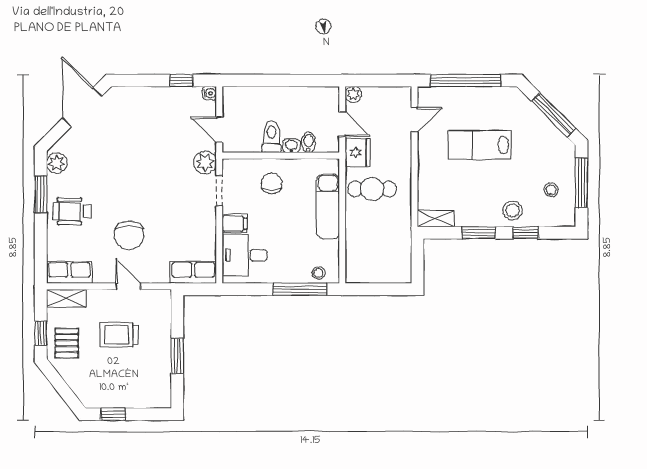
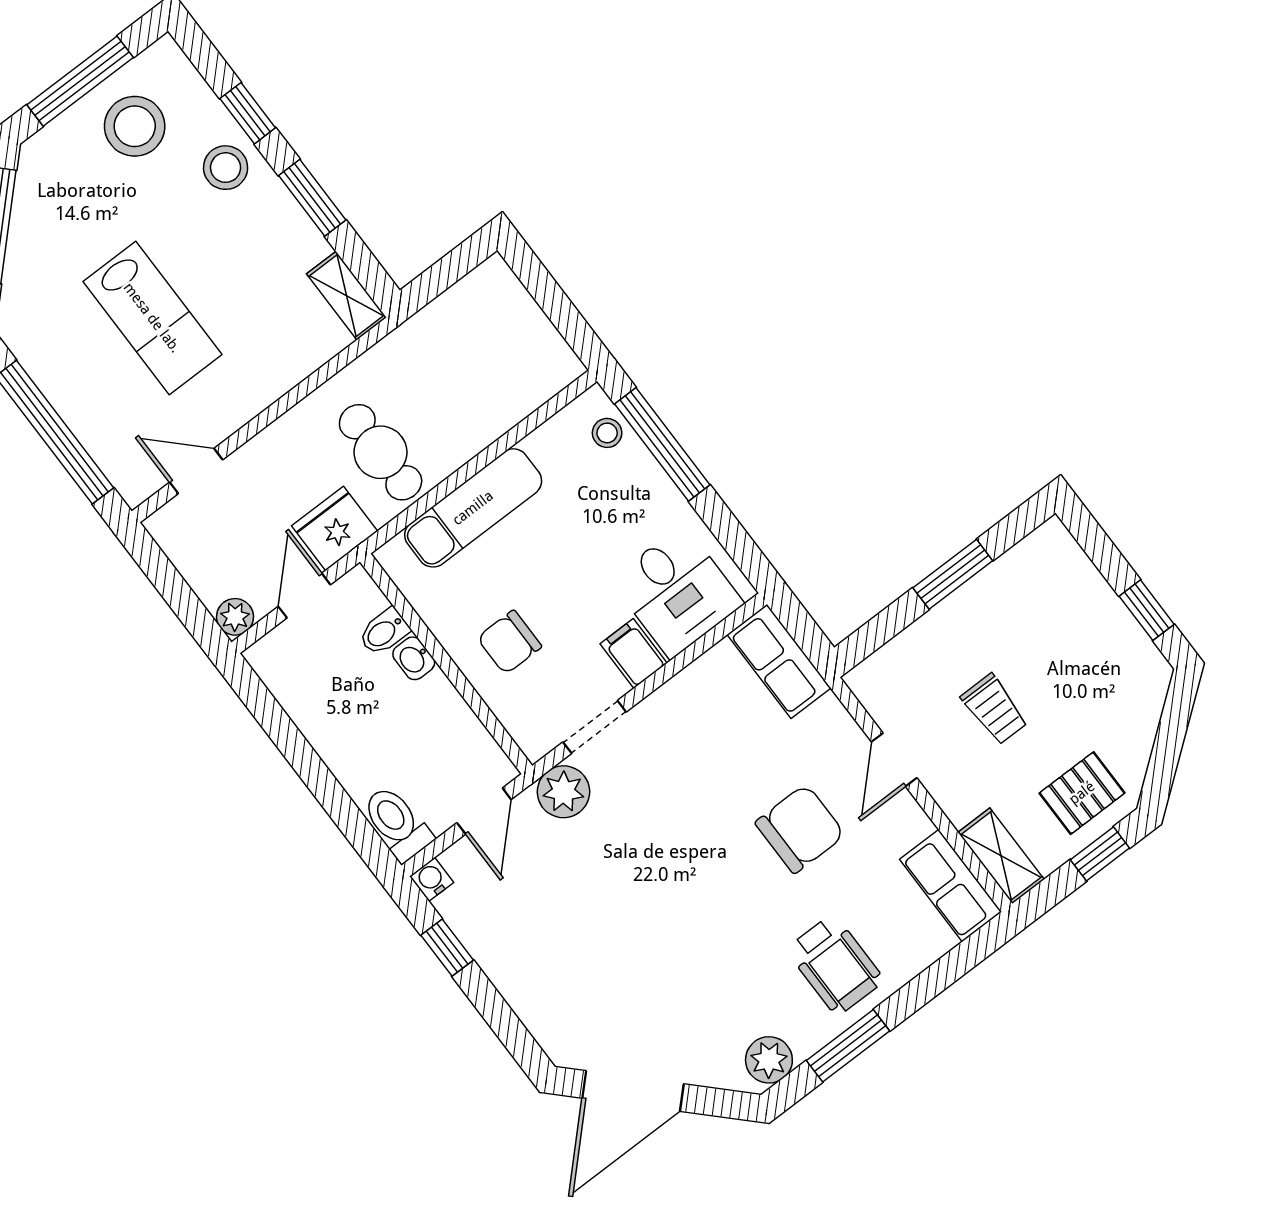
toilet: (271, 137) -> (397, 823), moved, turned 90
stool: (551, 190) -> (135, 126), width x1.89, depth x1.89
trolley: (119, 335) -> (994, 709), width x0.73, depth x0.72

